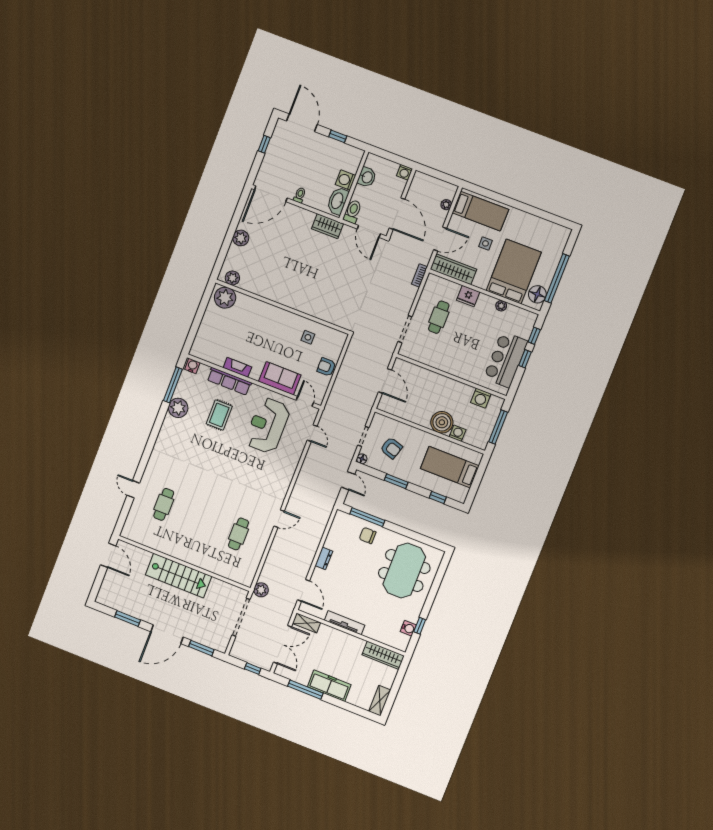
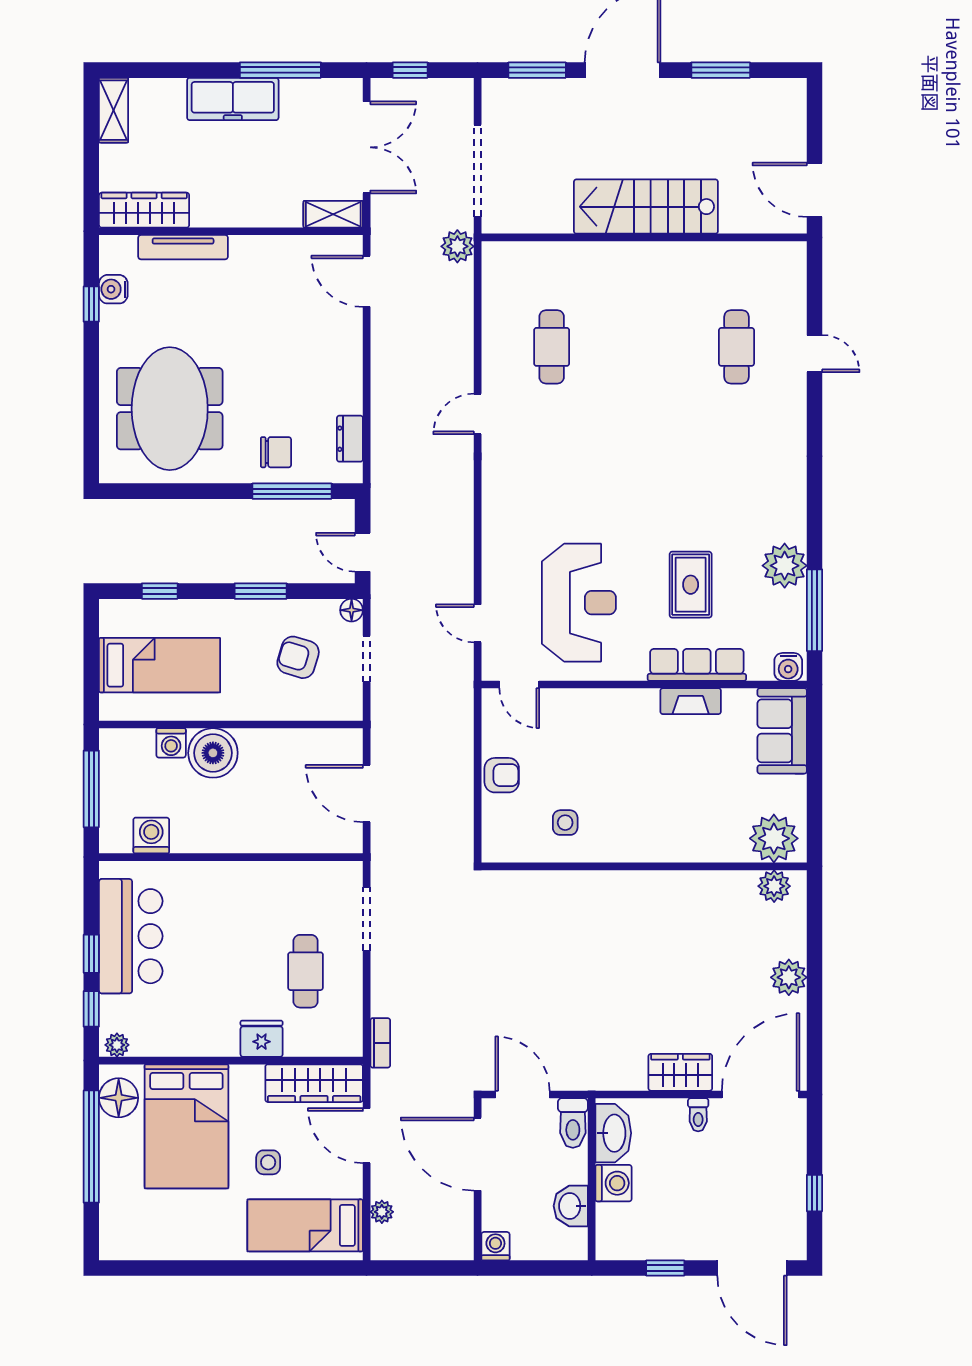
wardrobe: (328, 226) -> (680, 1072), moved
door: (440, 239) -> (367, 1136), hinge flipped
plant: (501, 306) -> (117, 1045), moved
sofa: (280, 378) -> (782, 731), moved, turned 90
dresser: (324, 558) -> (350, 439), moved
tv unit: (345, 623) -> (183, 247), moved
double door: (282, 644) -> (367, 147), swing flipped

